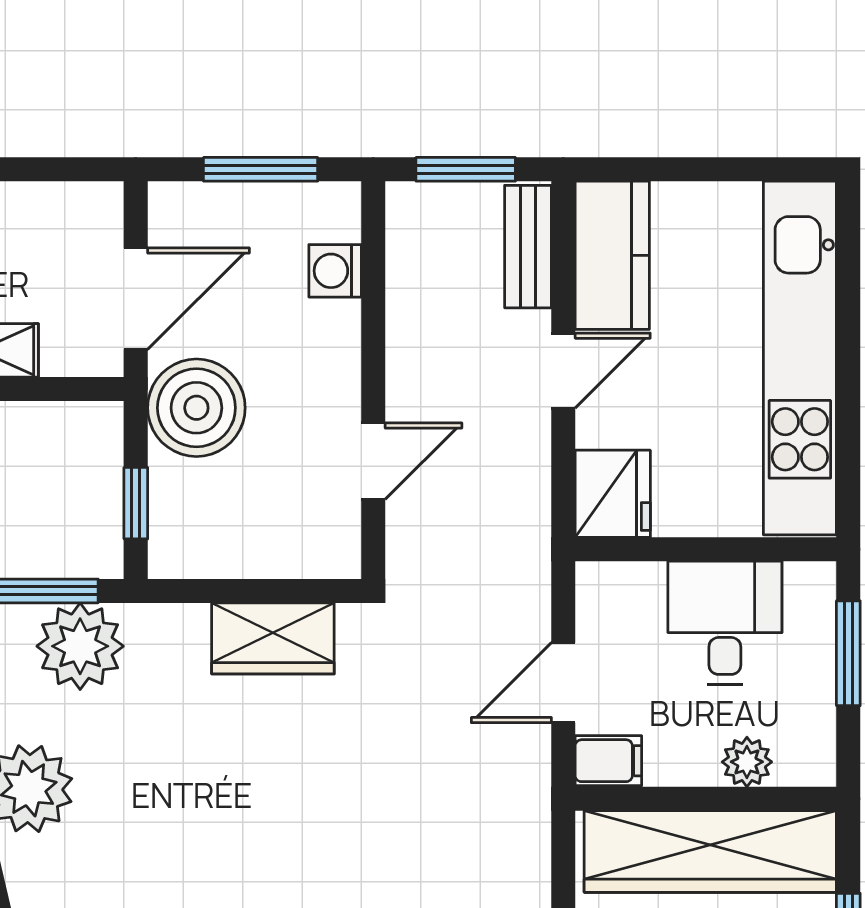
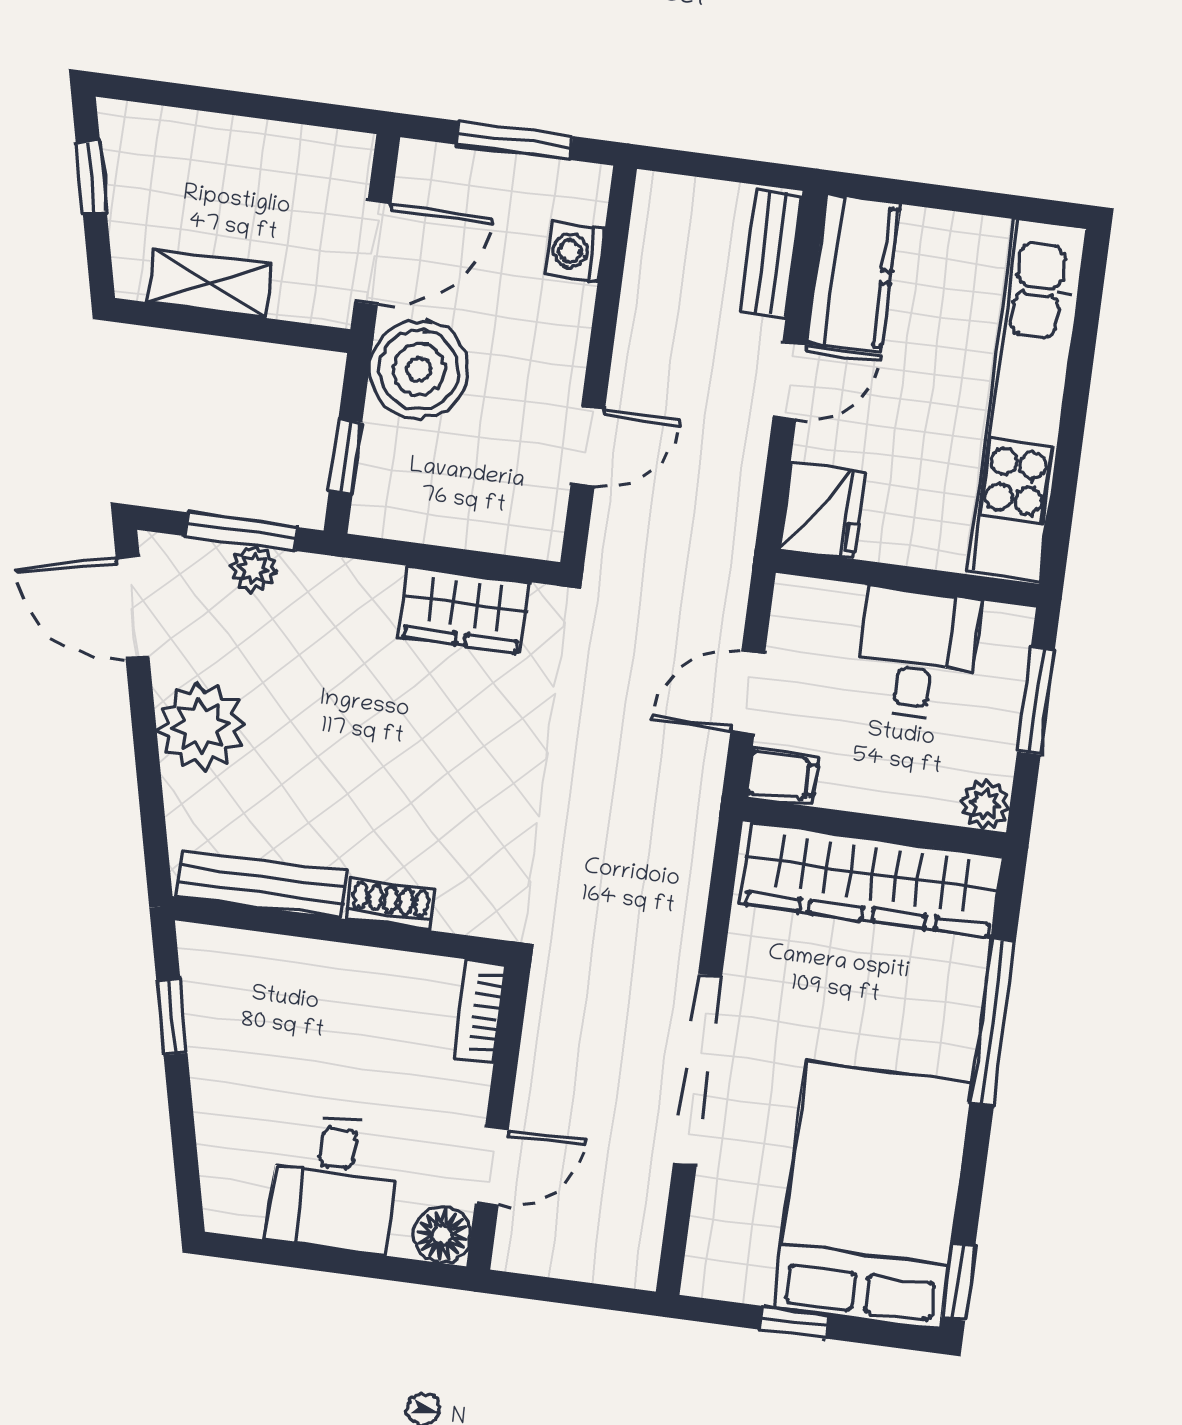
window: (466, 169) -> (719, 168), removed
plant: (80, 646) -> (254, 569), width x0.53, depth x0.53
plant: (747, 762) -> (985, 804), moved

